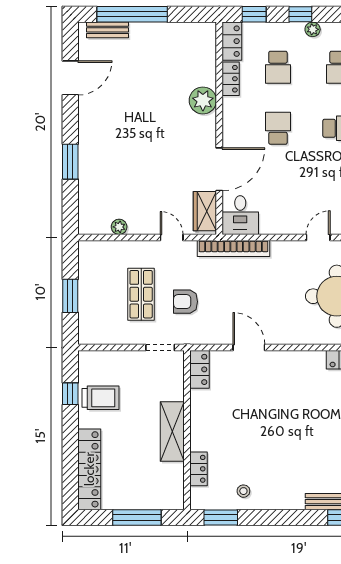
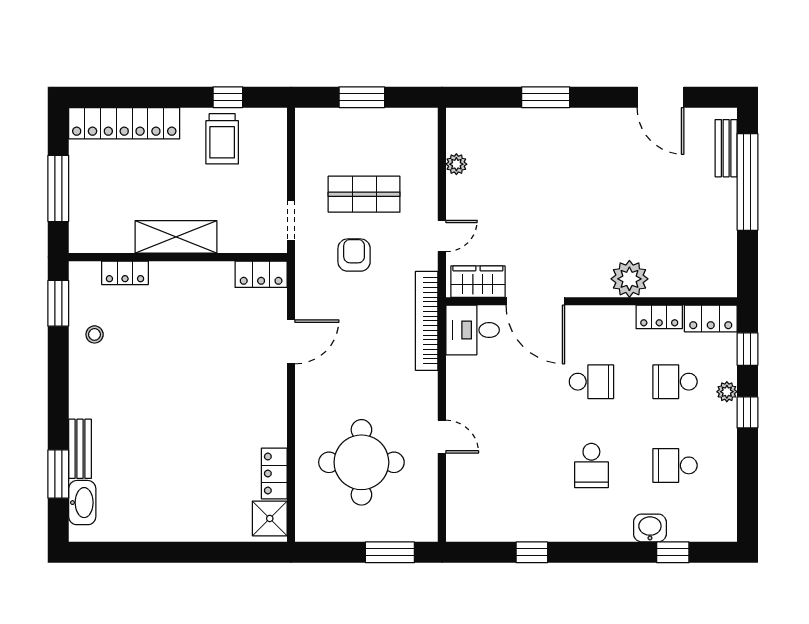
plant: (313, 29) -> (727, 392), moved

